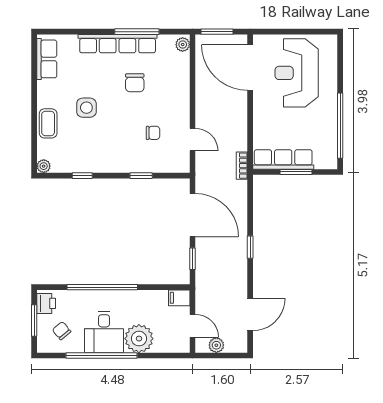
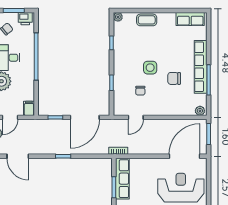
side table: (86, 108) -> (150, 68), moved

